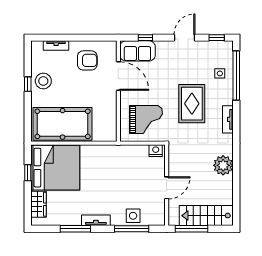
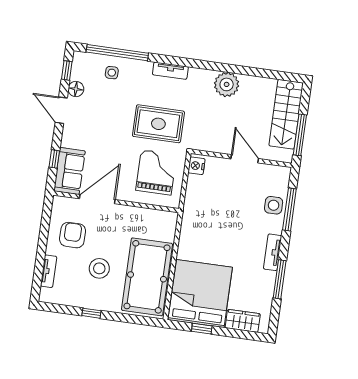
floor lamp: (203, 47) -> (76, 89), added
stool: (43, 81) -> (99, 268), moved
rug: (192, 104) -> (158, 124), moved

